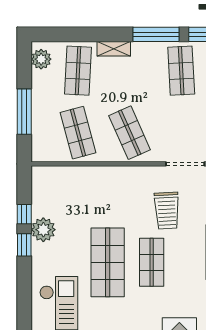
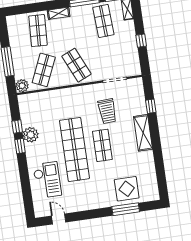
plant: (41, 59) -> (22, 86), moved
shop shelf: (78, 133) -> (44, 70), turned 39
shop shelf: (108, 262) -> (74, 149), width x1.40

